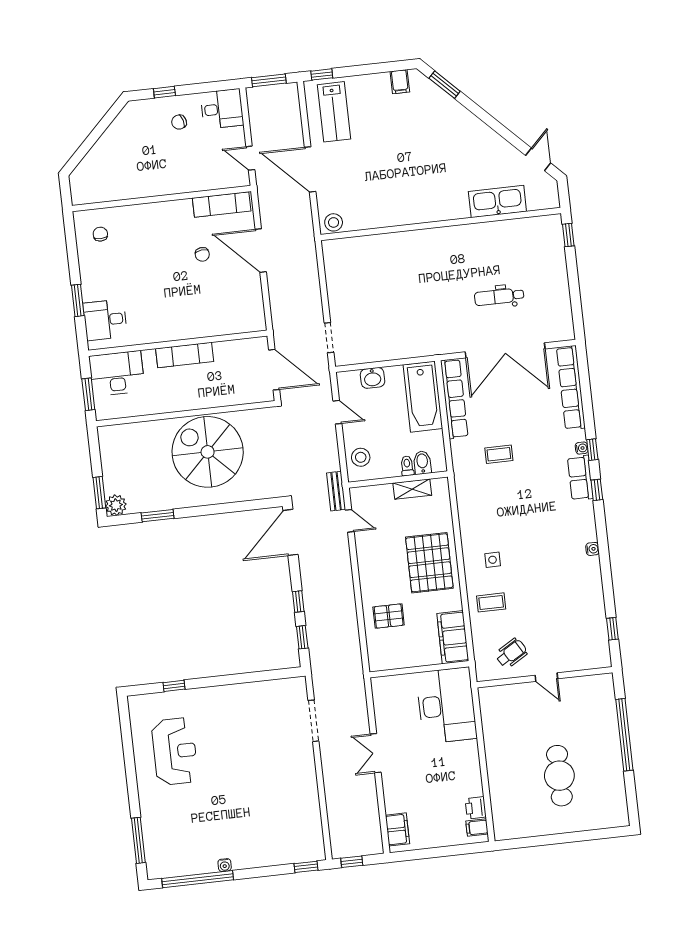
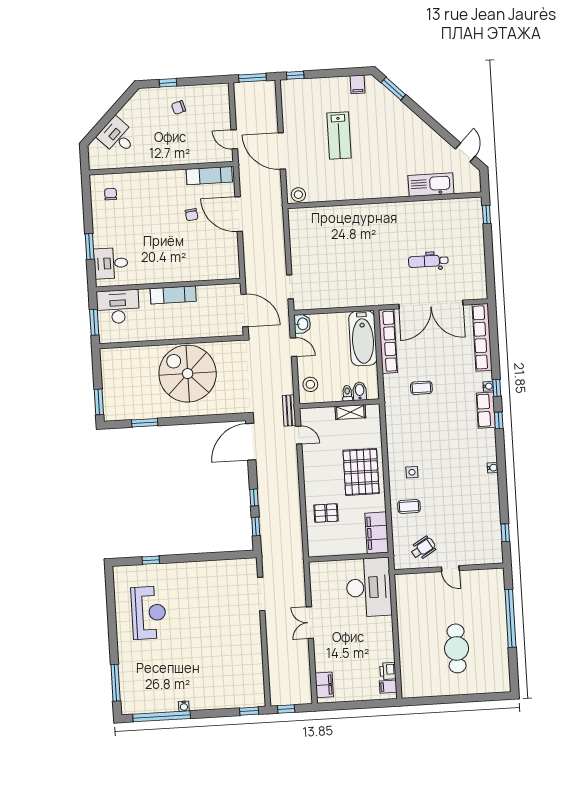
desk: (222, 109) -> (117, 137), moved, turned -135
lab bench: (334, 112) -> (339, 136), moved
washbasin: (373, 378) -> (302, 324), moved, turned -90
plant: (116, 505) -> (112, 413), removed

